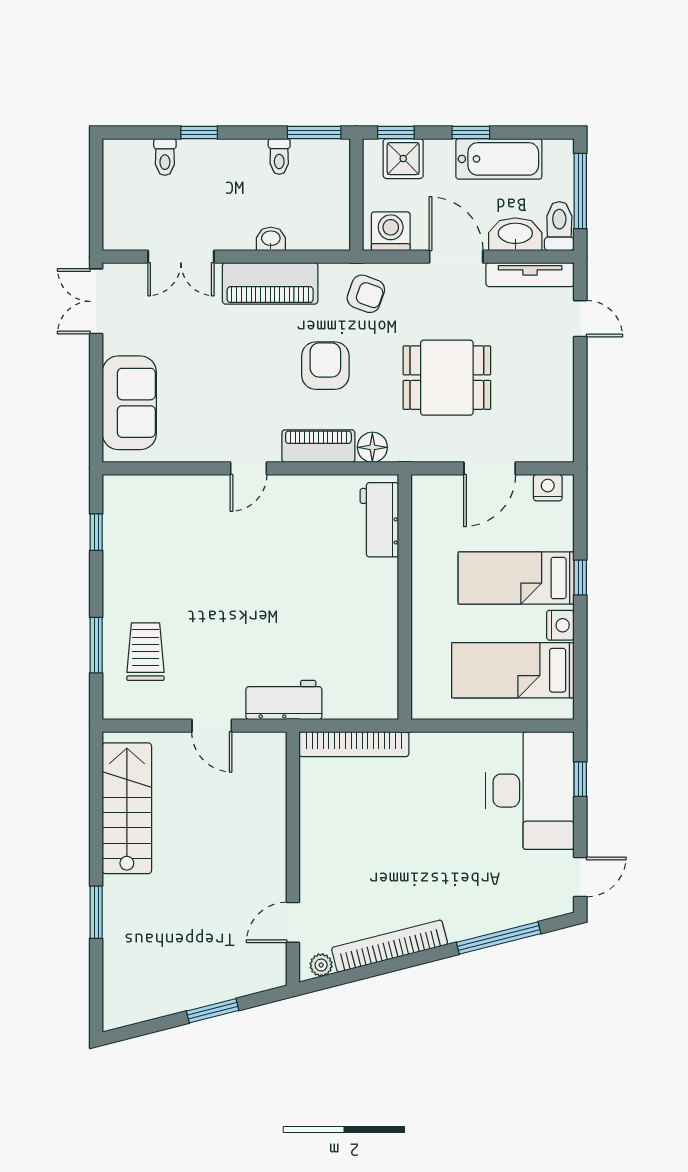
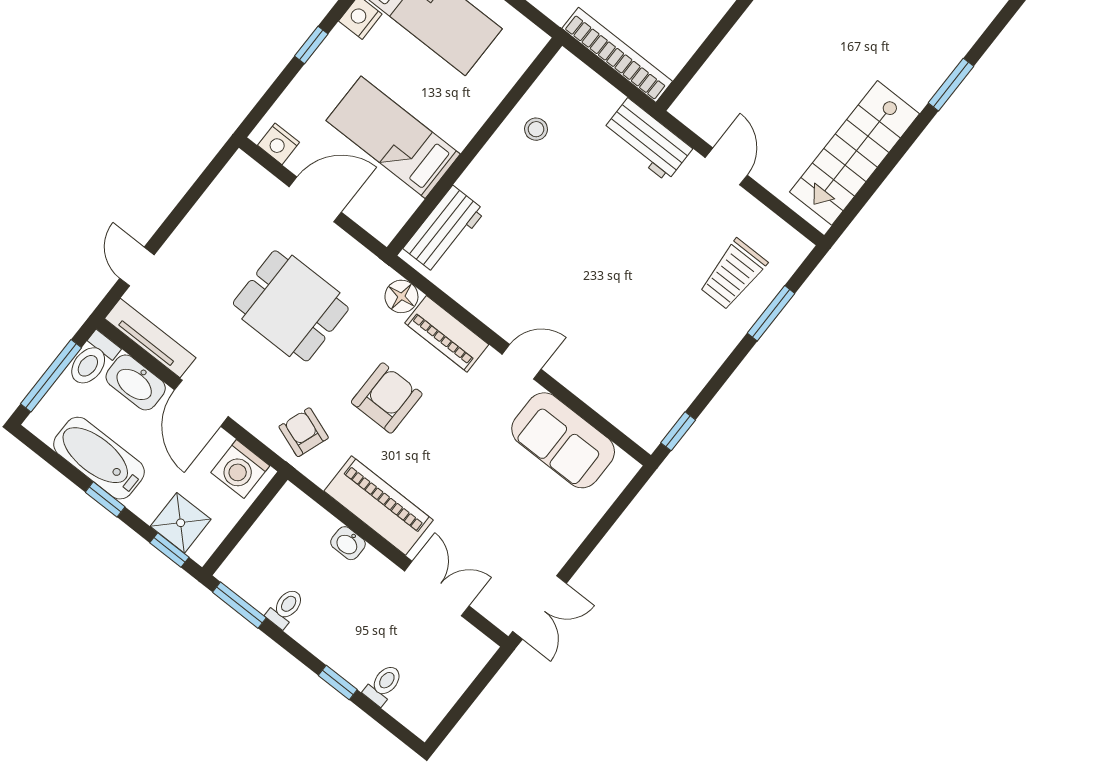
armchair: (325, 366) -> (387, 398), turned 180
sofa: (129, 403) -> (563, 440), moved, turned -90
window: (96, 532) -> (678, 431), moved
bed: (516, 578) -> (393, 137), moved, turned 180
stool: (370, 644) -> (536, 129), added

